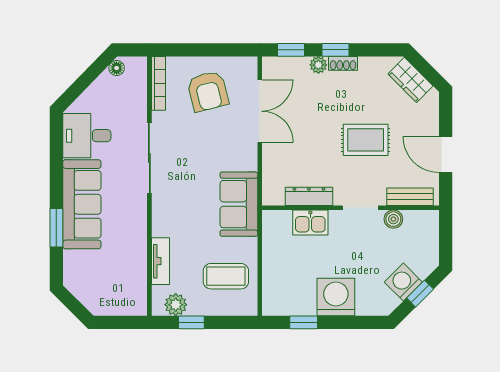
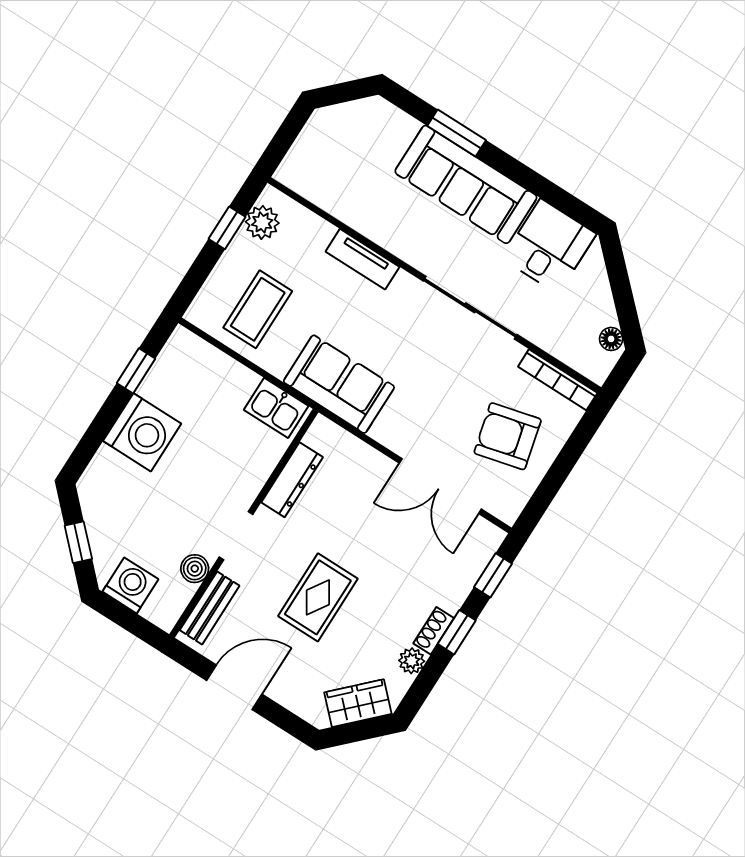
plant: (318, 65) -> (412, 661), moved
kitchen sink: (310, 223) -> (276, 408), moved, turned -90
tv unit: (161, 261) -> (363, 259), moved
washing machine: (403, 282) -> (130, 585), moved, turned -45

